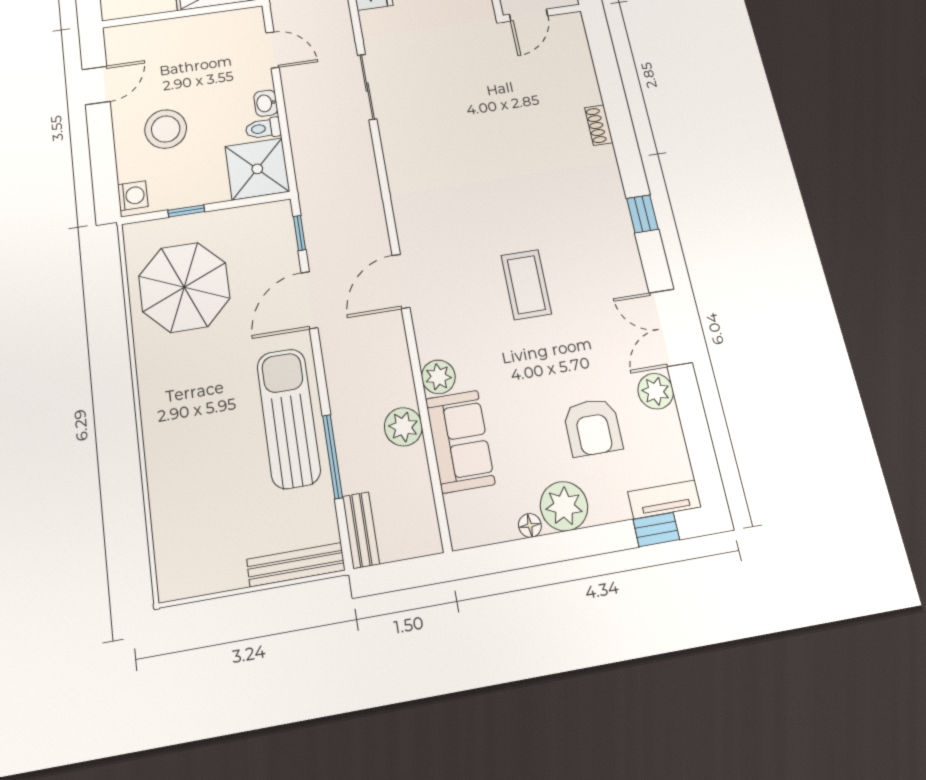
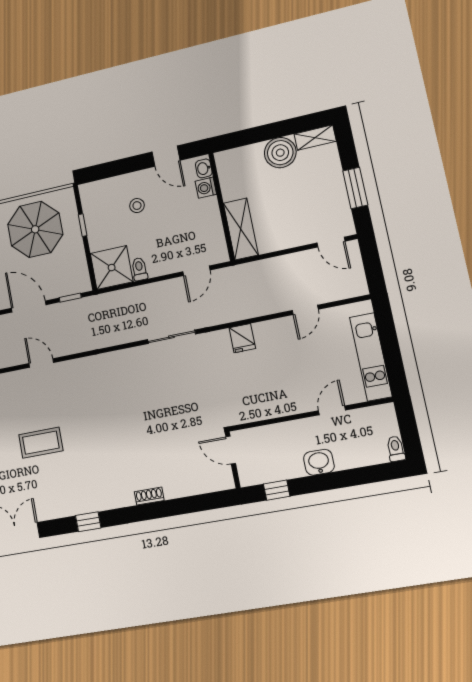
washbasin: (266, 103) -> (204, 168), moved, turned -90
stool: (166, 129) -> (137, 206), width x0.53, depth x0.53
washing machine: (133, 196) -> (206, 188), moved, turned 90
door: (401, 281) -> (41, 363), width x0.73

